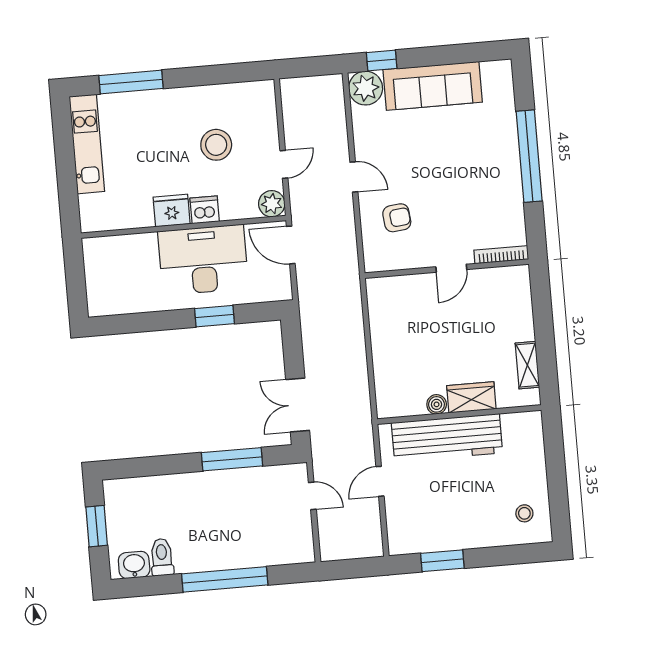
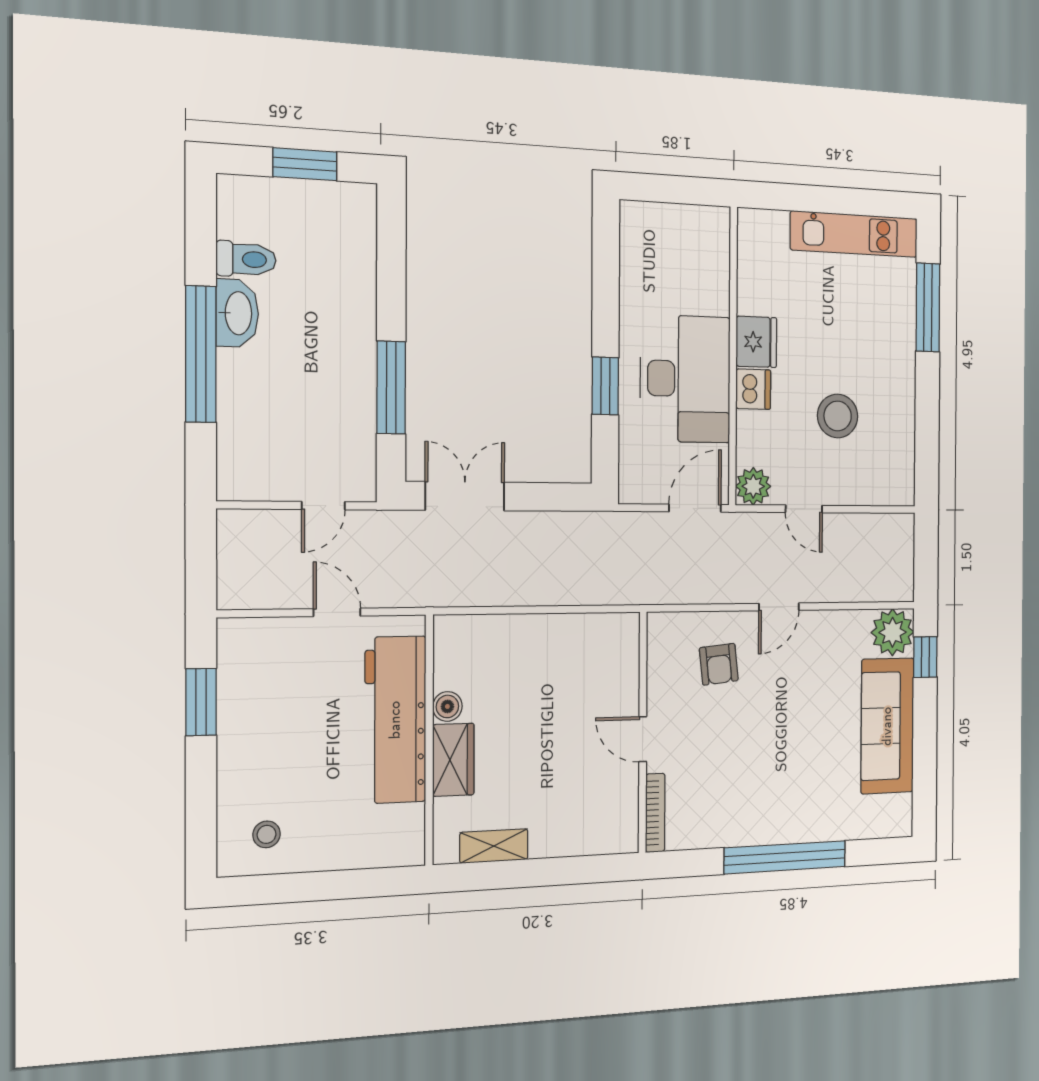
washbasin: (134, 565) -> (237, 313), moved, width x1.38

